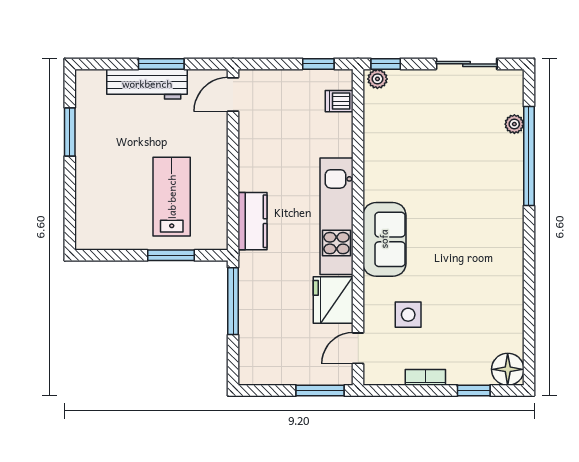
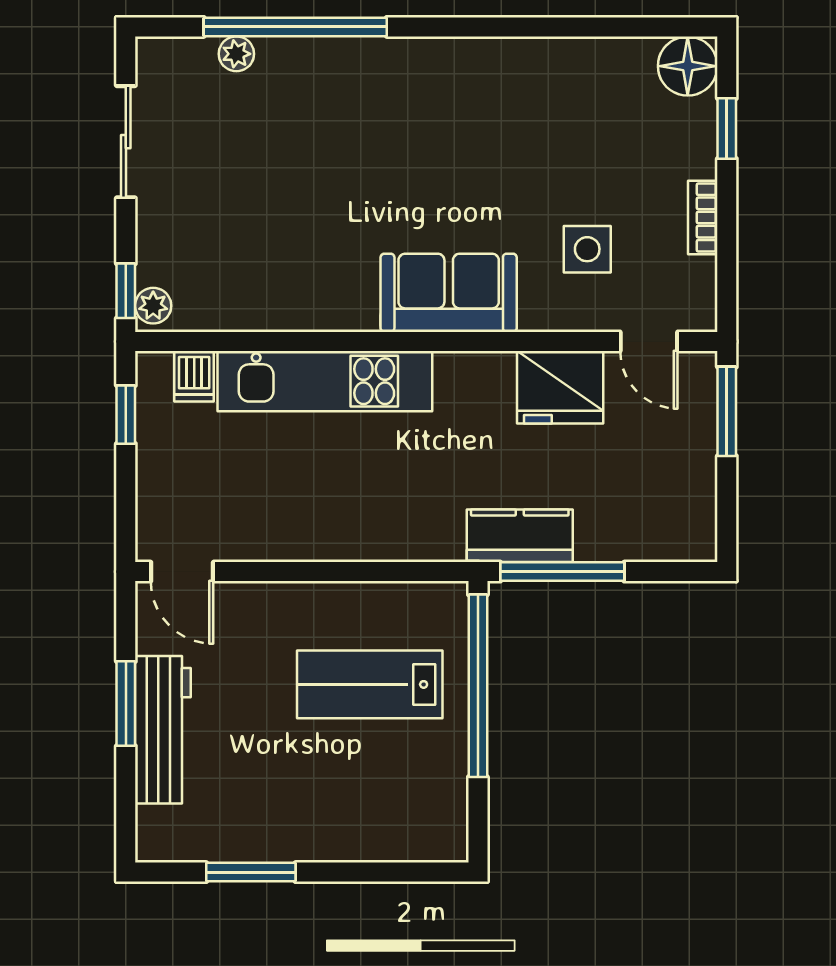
kitchen unit: (336, 216) -> (325, 381), moved
kitchen counter: (252, 221) -> (520, 536), moved
window: (171, 255) -> (478, 686), width x2.11

